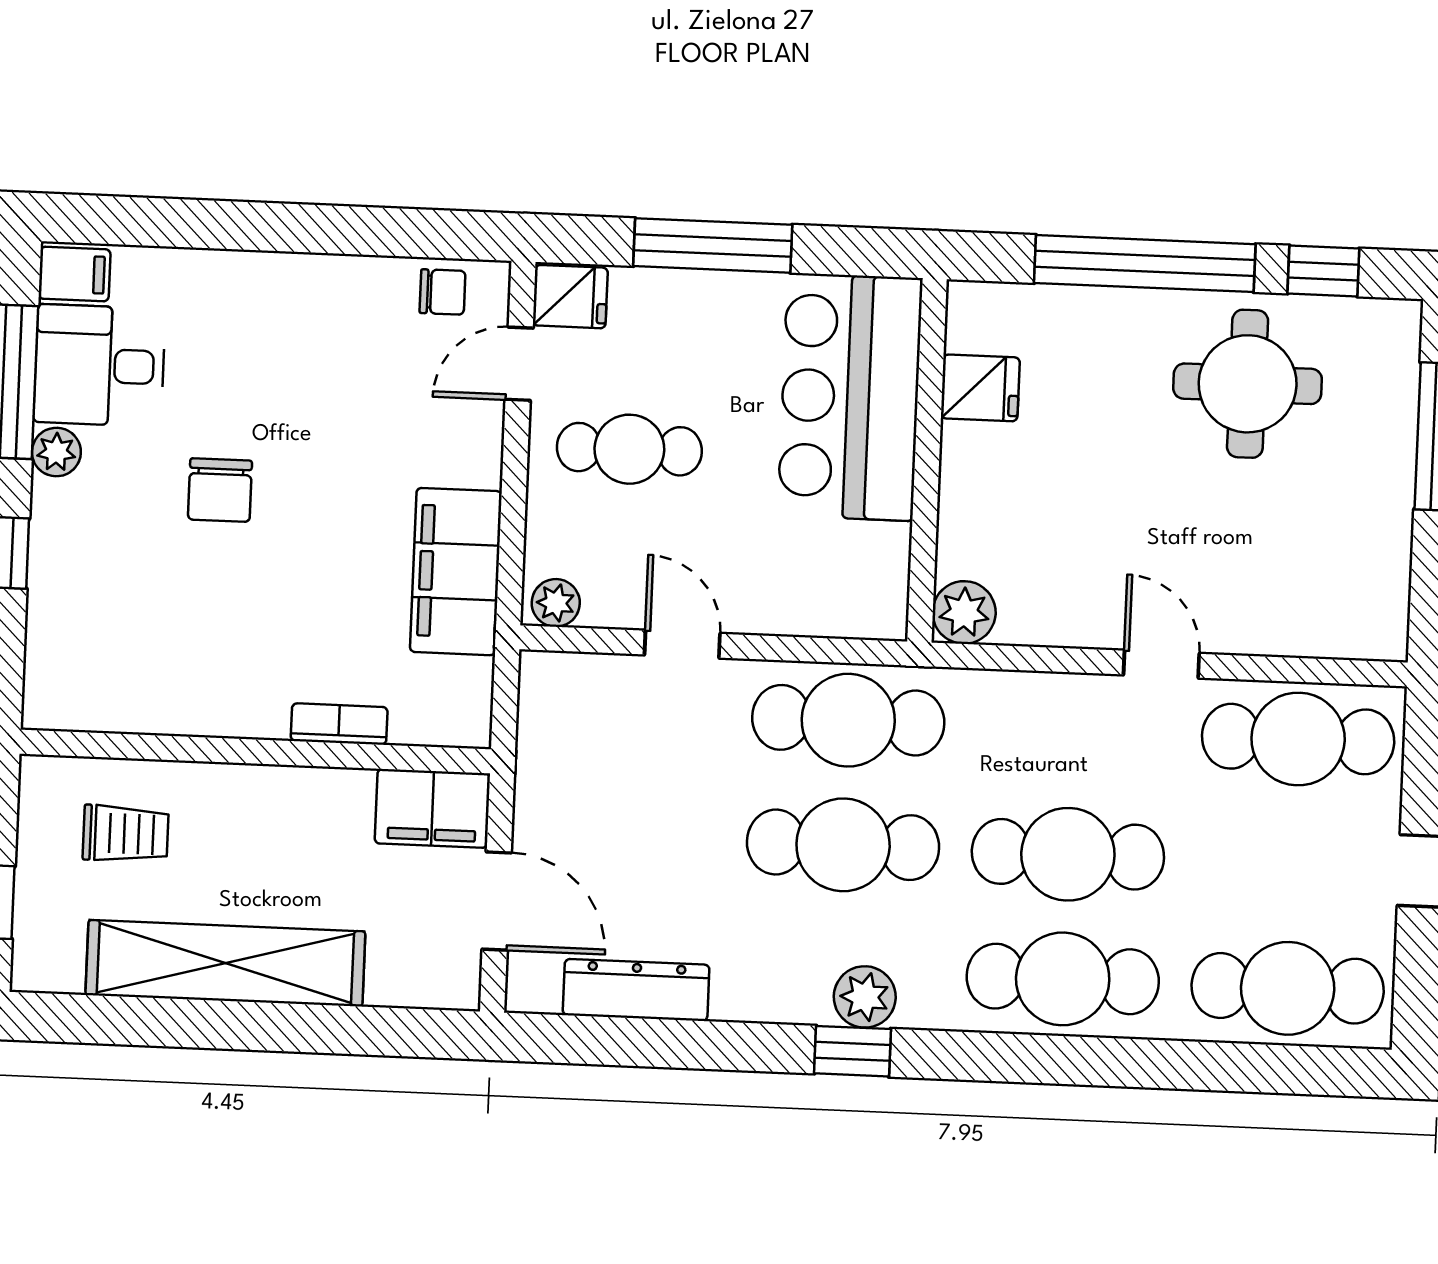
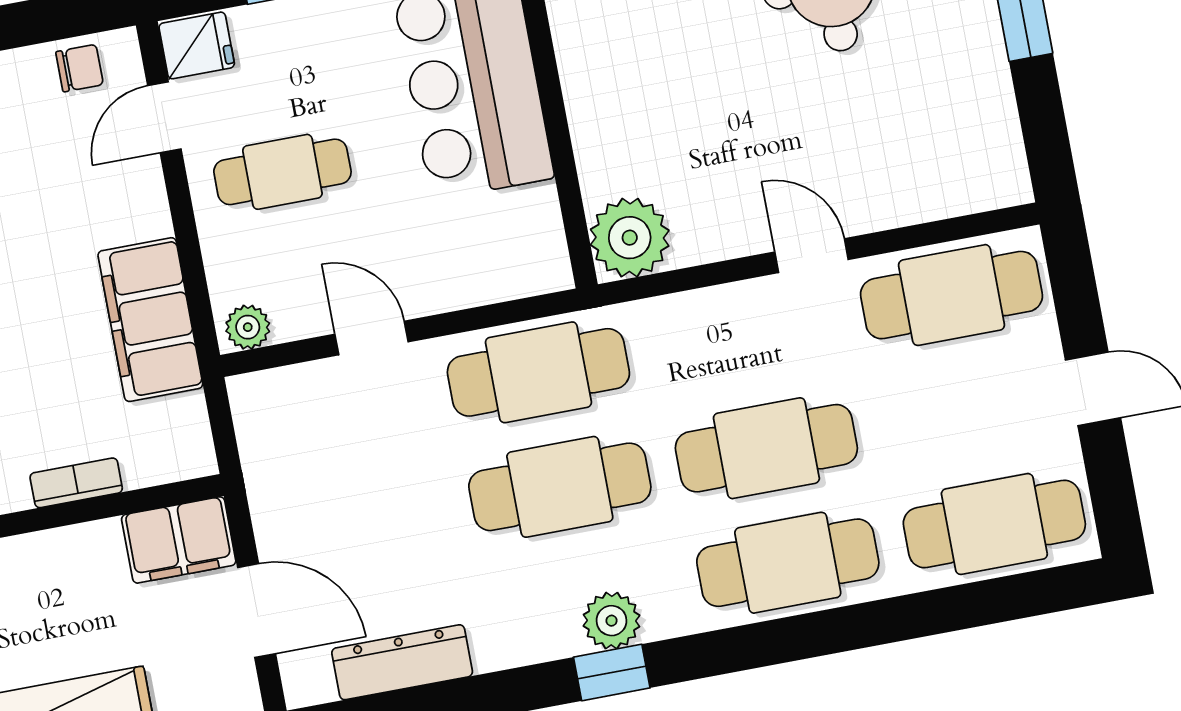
fridge: (980, 388) -> (589, 42), removed
plant: (964, 612) -> (630, 238), width x1.36, depth x1.36

